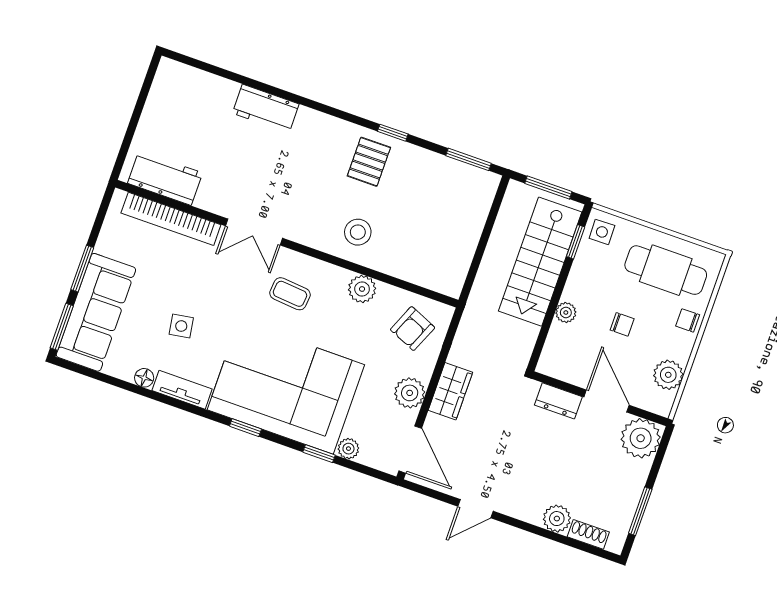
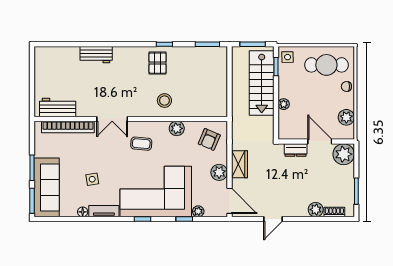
chair: (622, 324) -> (314, 100), removed

